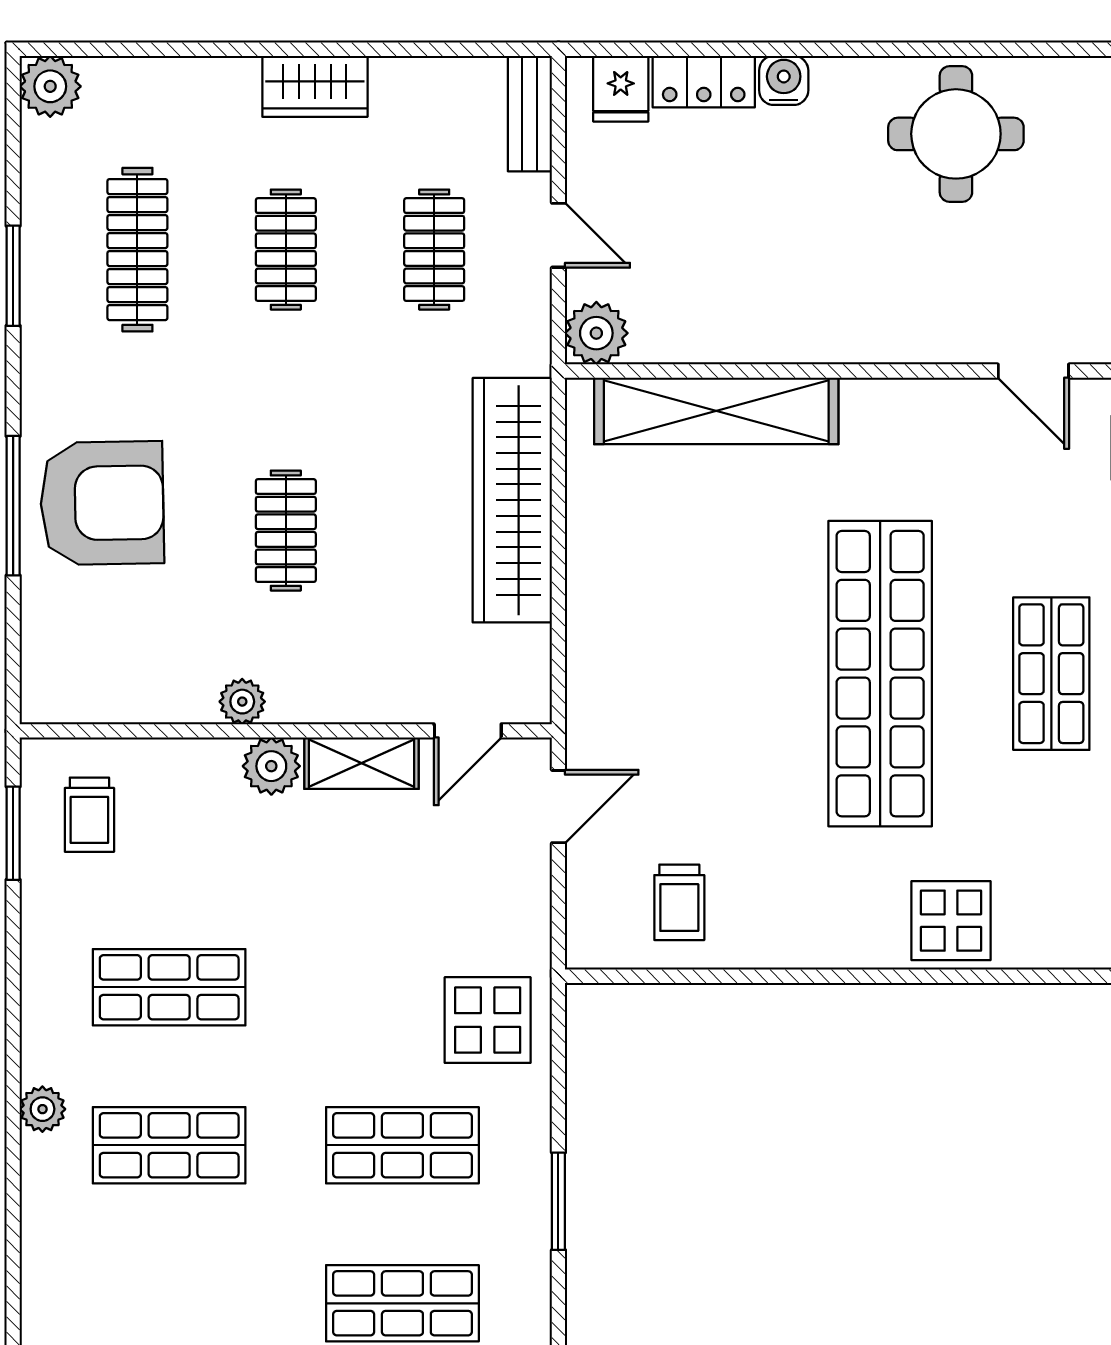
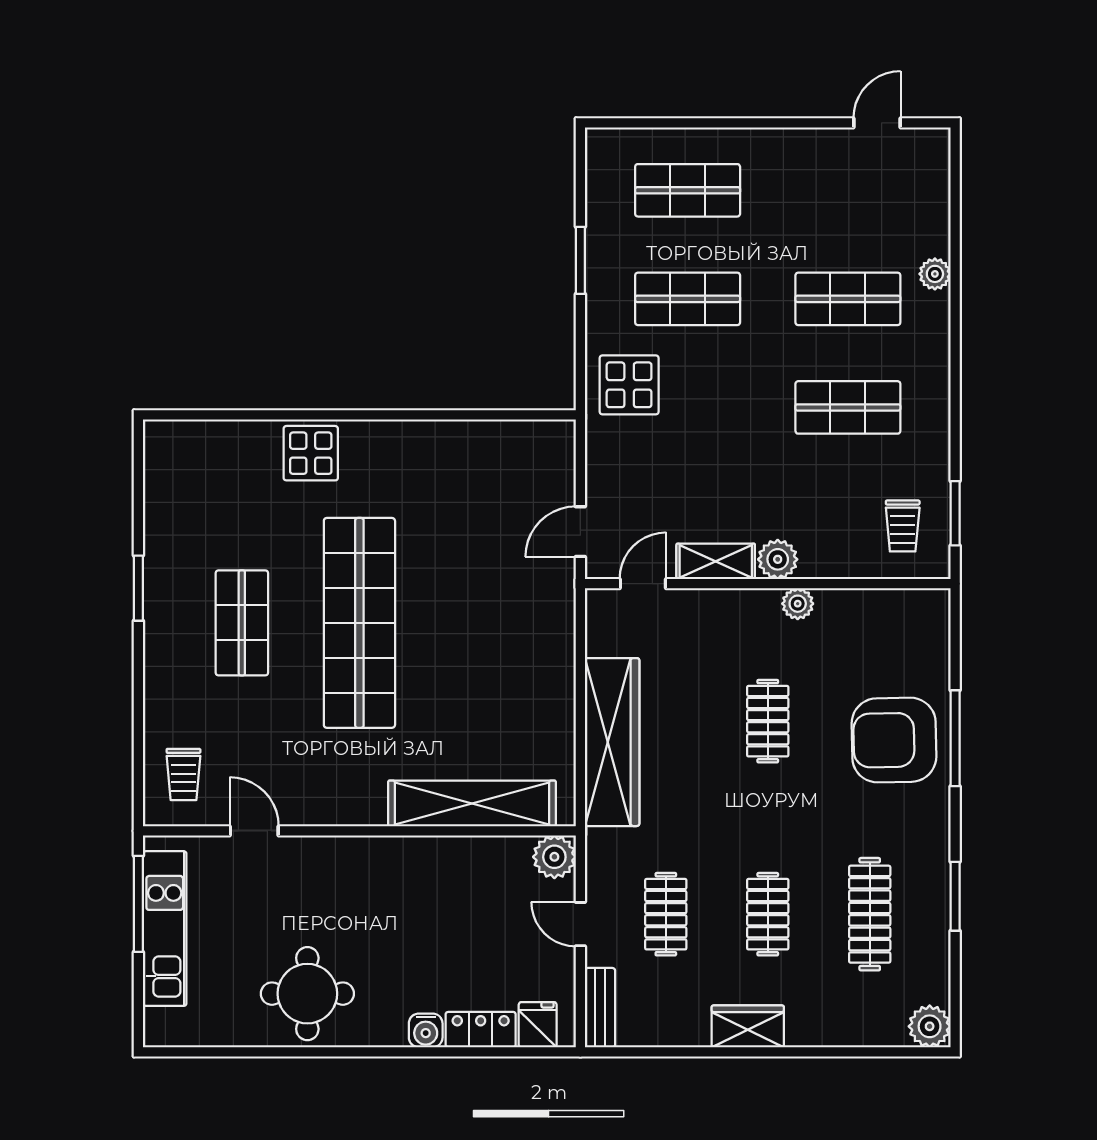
trolley: (89, 815) -> (903, 526), turned 180
trolley: (679, 902) -> (497, 466), removed
plant: (42, 1109) -> (935, 274), moved

